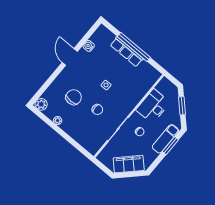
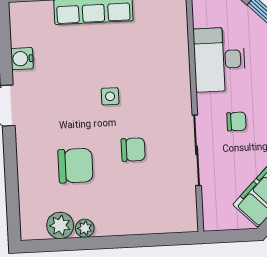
chair: (74, 97) -> (75, 166), turned 90
plant: (41, 104) -> (60, 225), moved

